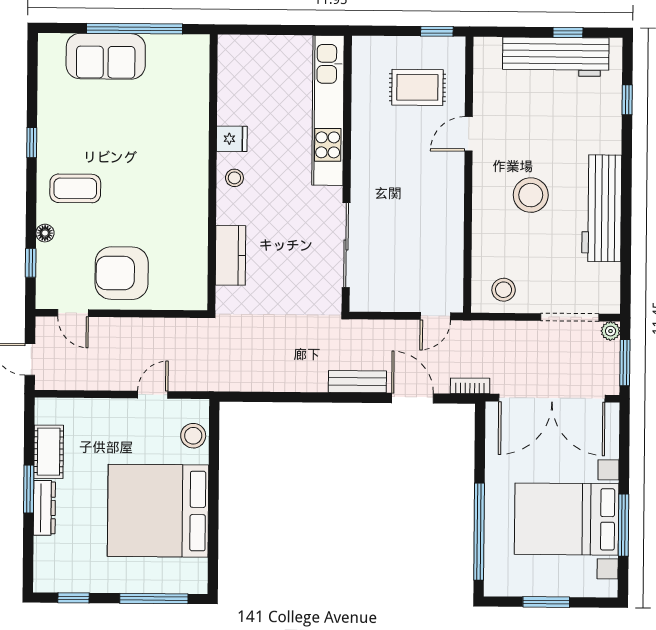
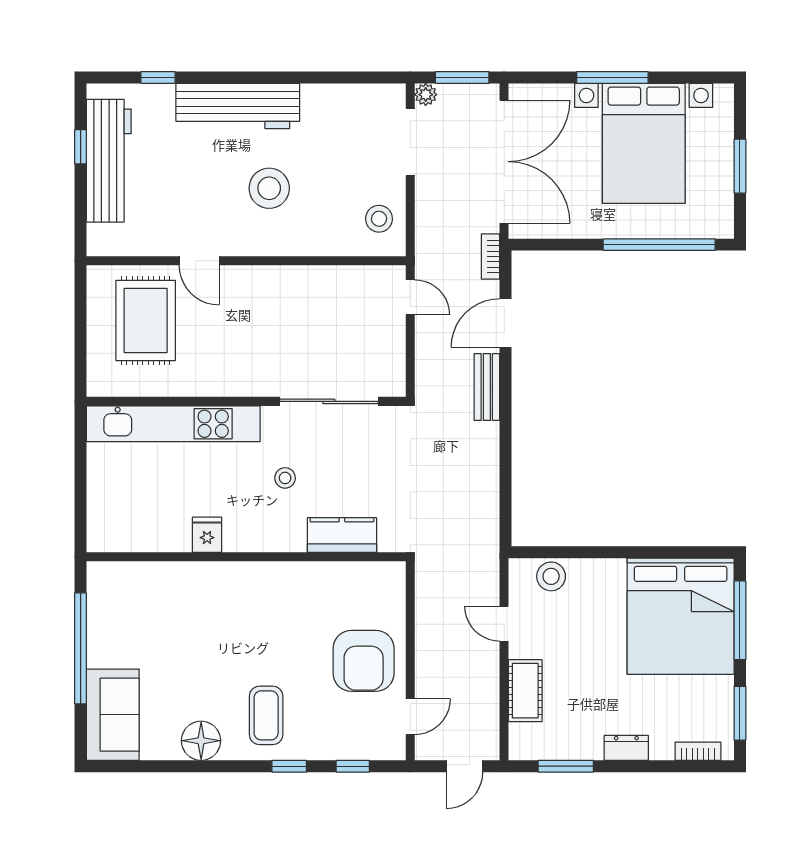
window: (437, 31) -> (81, 298), removed
sofa: (106, 56) -> (113, 715), moved
rug: (417, 87) -> (146, 320), width x1.36, depth x1.43
window: (32, 143) -> (289, 766), moved
stool: (234, 178) -> (285, 478), moved
workbench: (602, 208) -> (238, 106), moved
floor lamp: (45, 233) -> (201, 741), moved, width x1.89, depth x1.89
cot: (49, 452) -> (525, 691), moved, turned 90
window: (29, 489) -> (566, 766), moved
dresser: (44, 508) -> (626, 748), width x0.70
bed: (158, 511) -> (681, 616), moved
window: (623, 525) -> (612, 78), moved
bookcase: (41, 561) -> (698, 751), added
window: (74, 598) -> (740, 713), width x1.50

